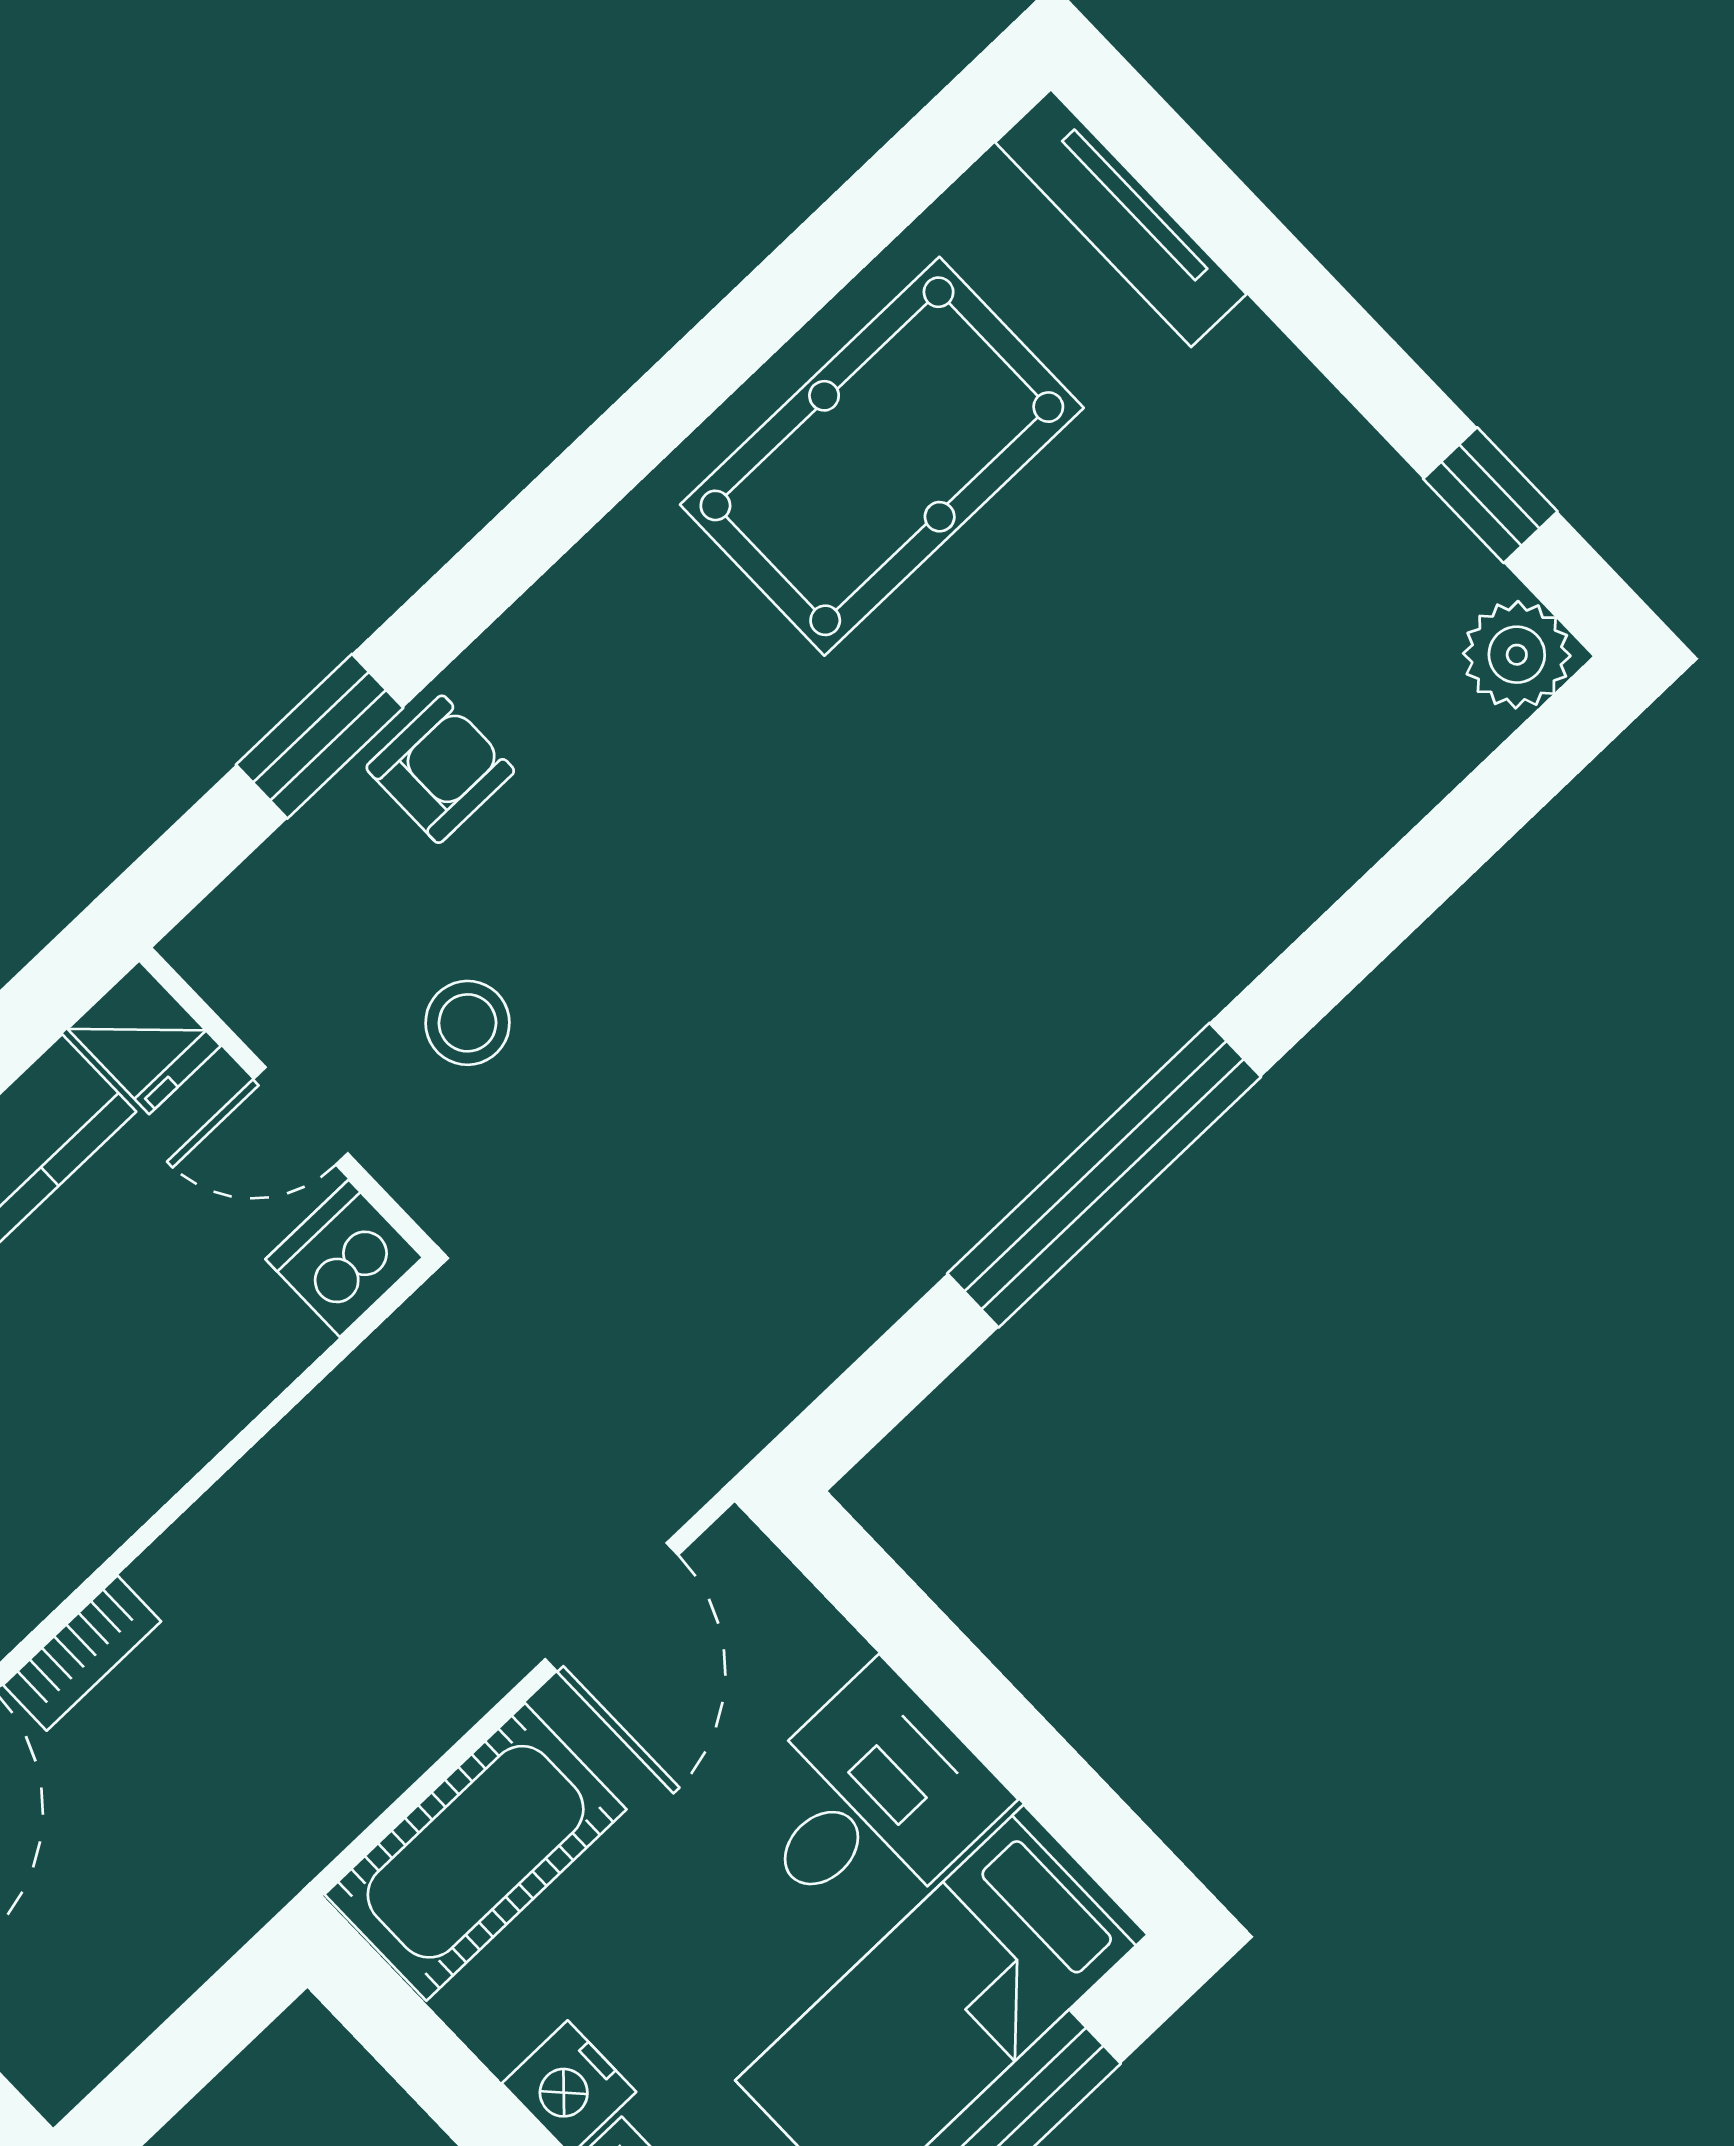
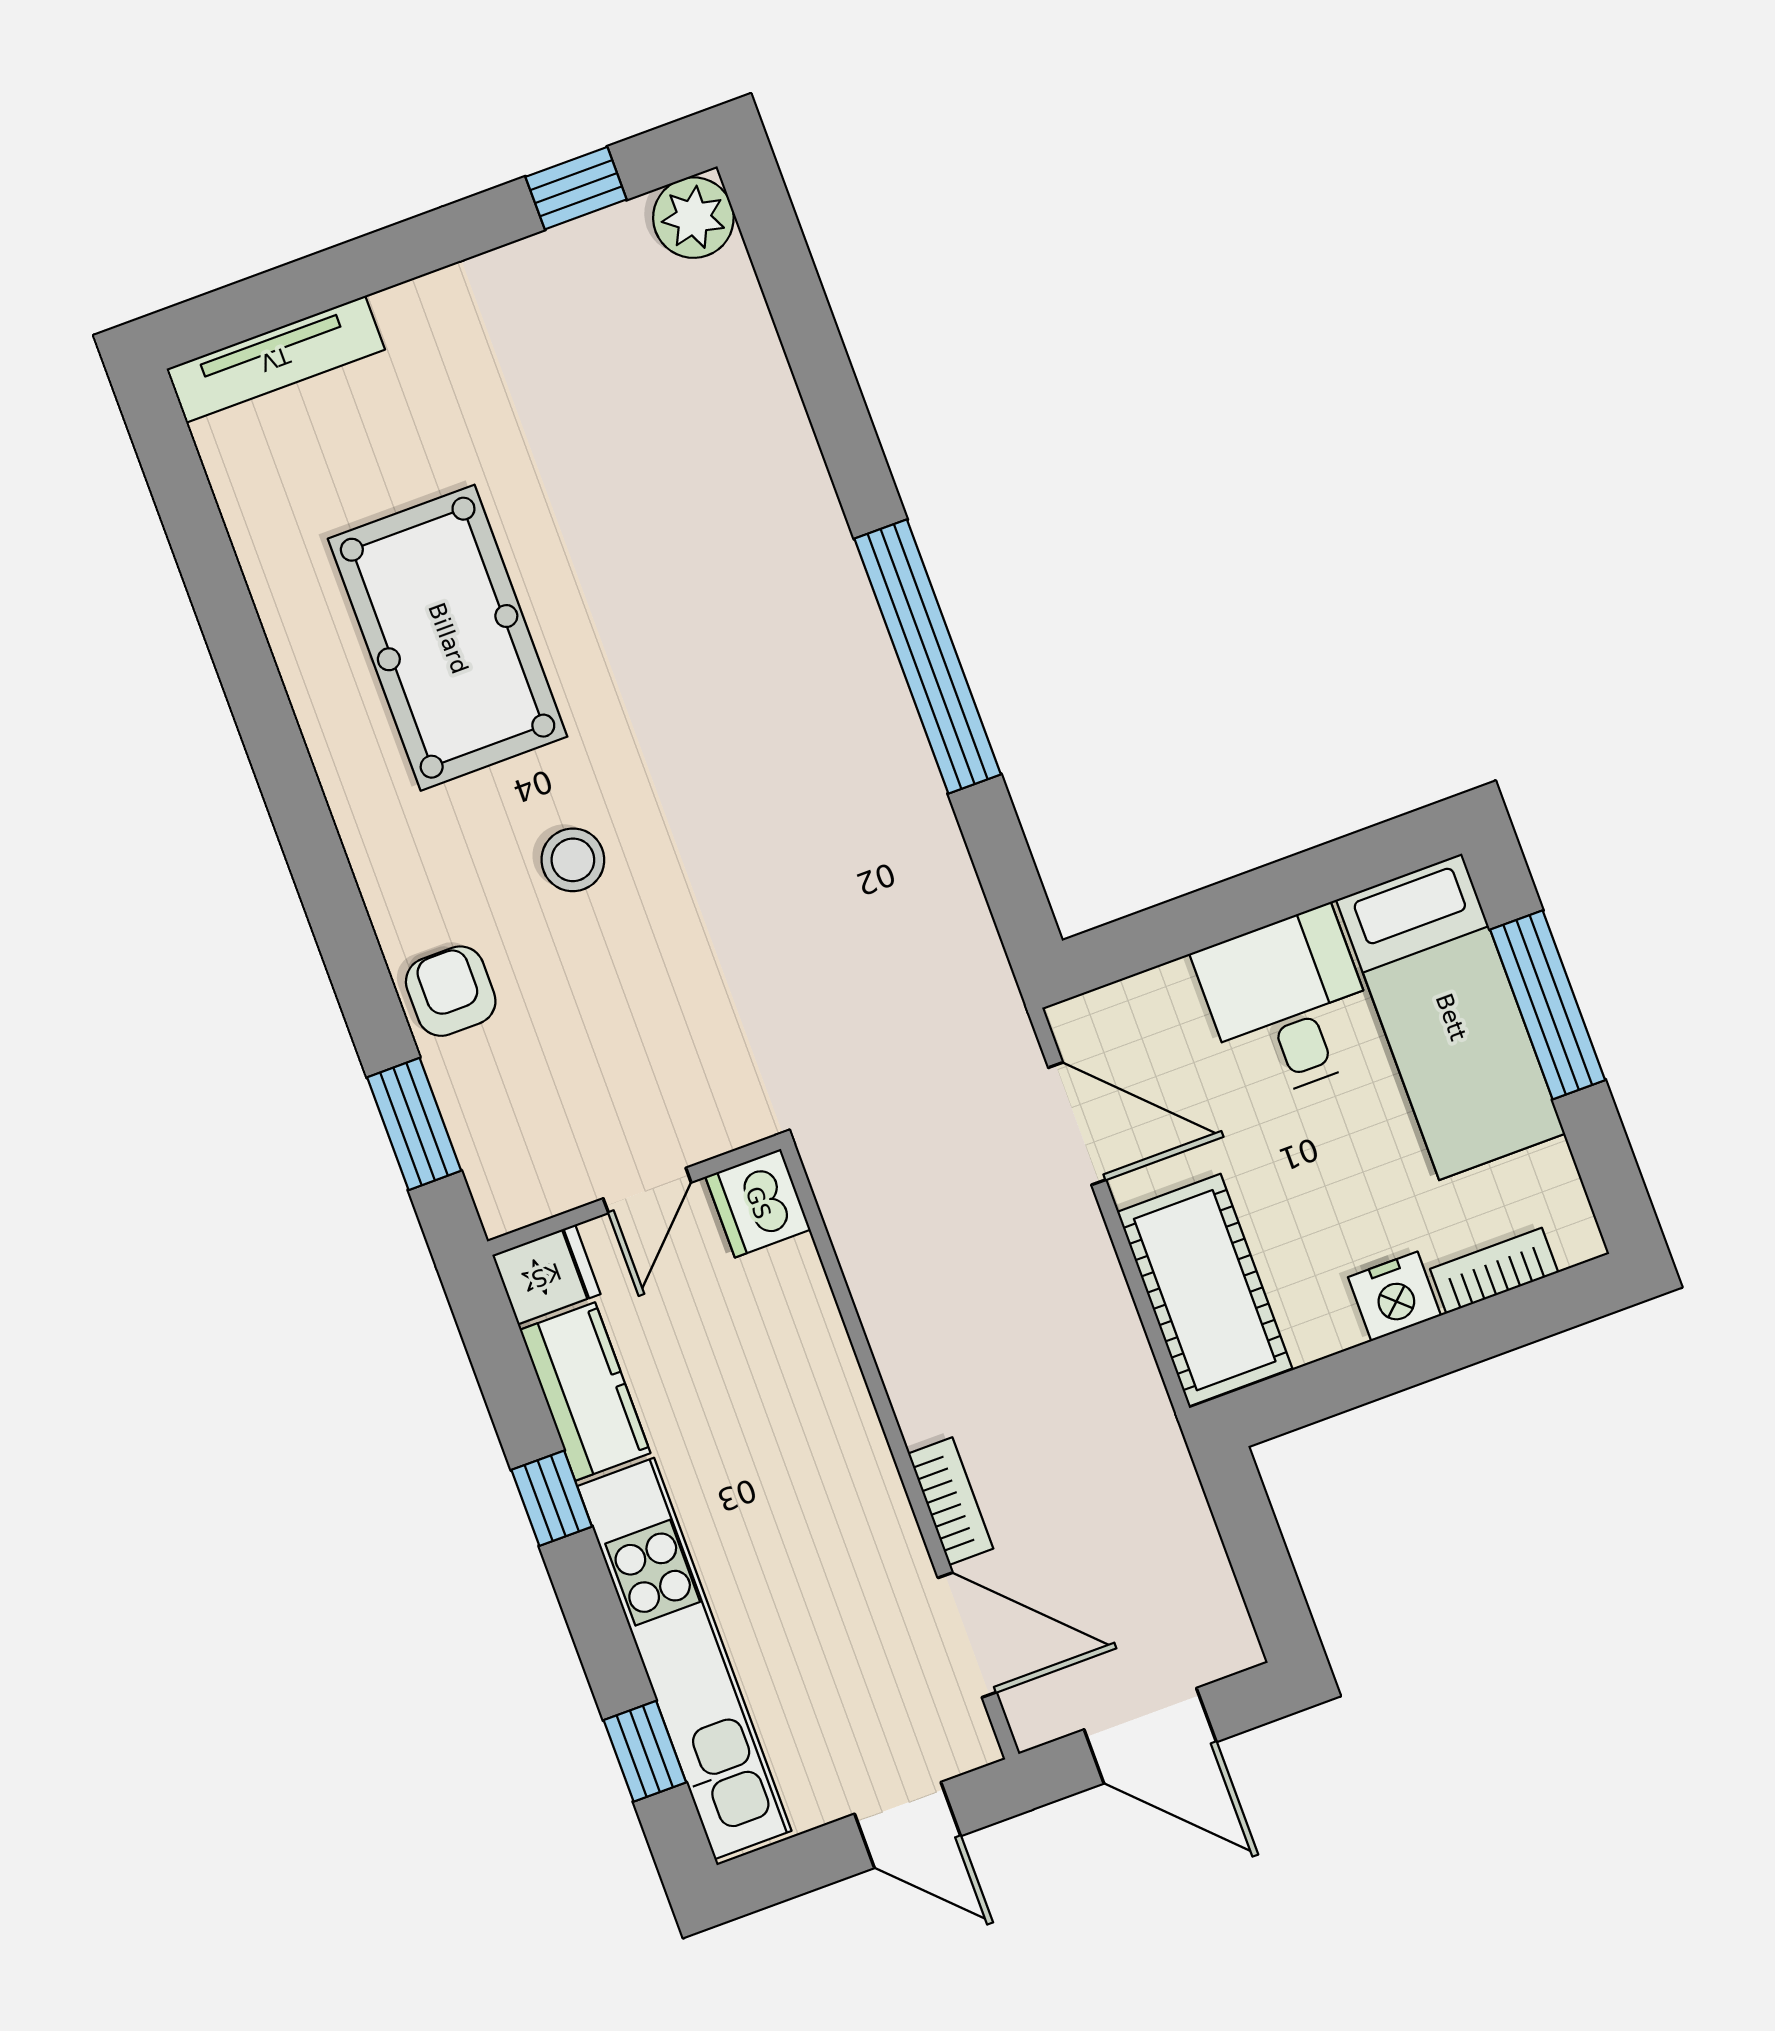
pool table: (882, 456) -> (448, 638), moved
window: (320, 736) -> (414, 1124), moved
stool: (467, 1023) -> (573, 860), moved

